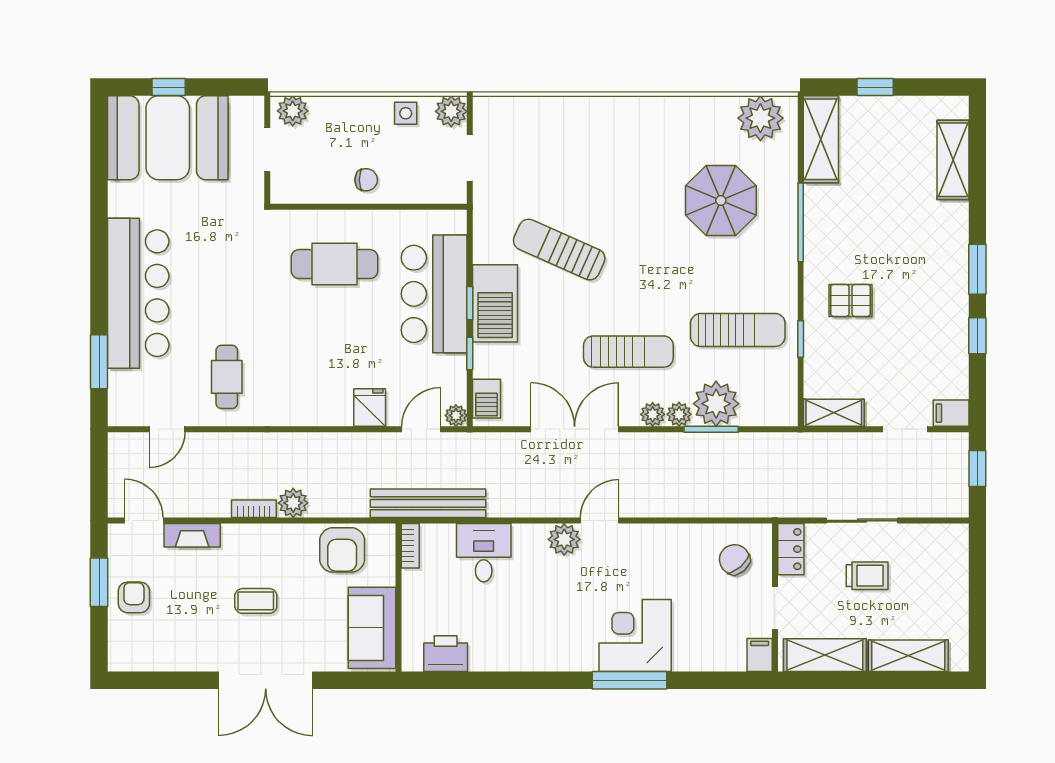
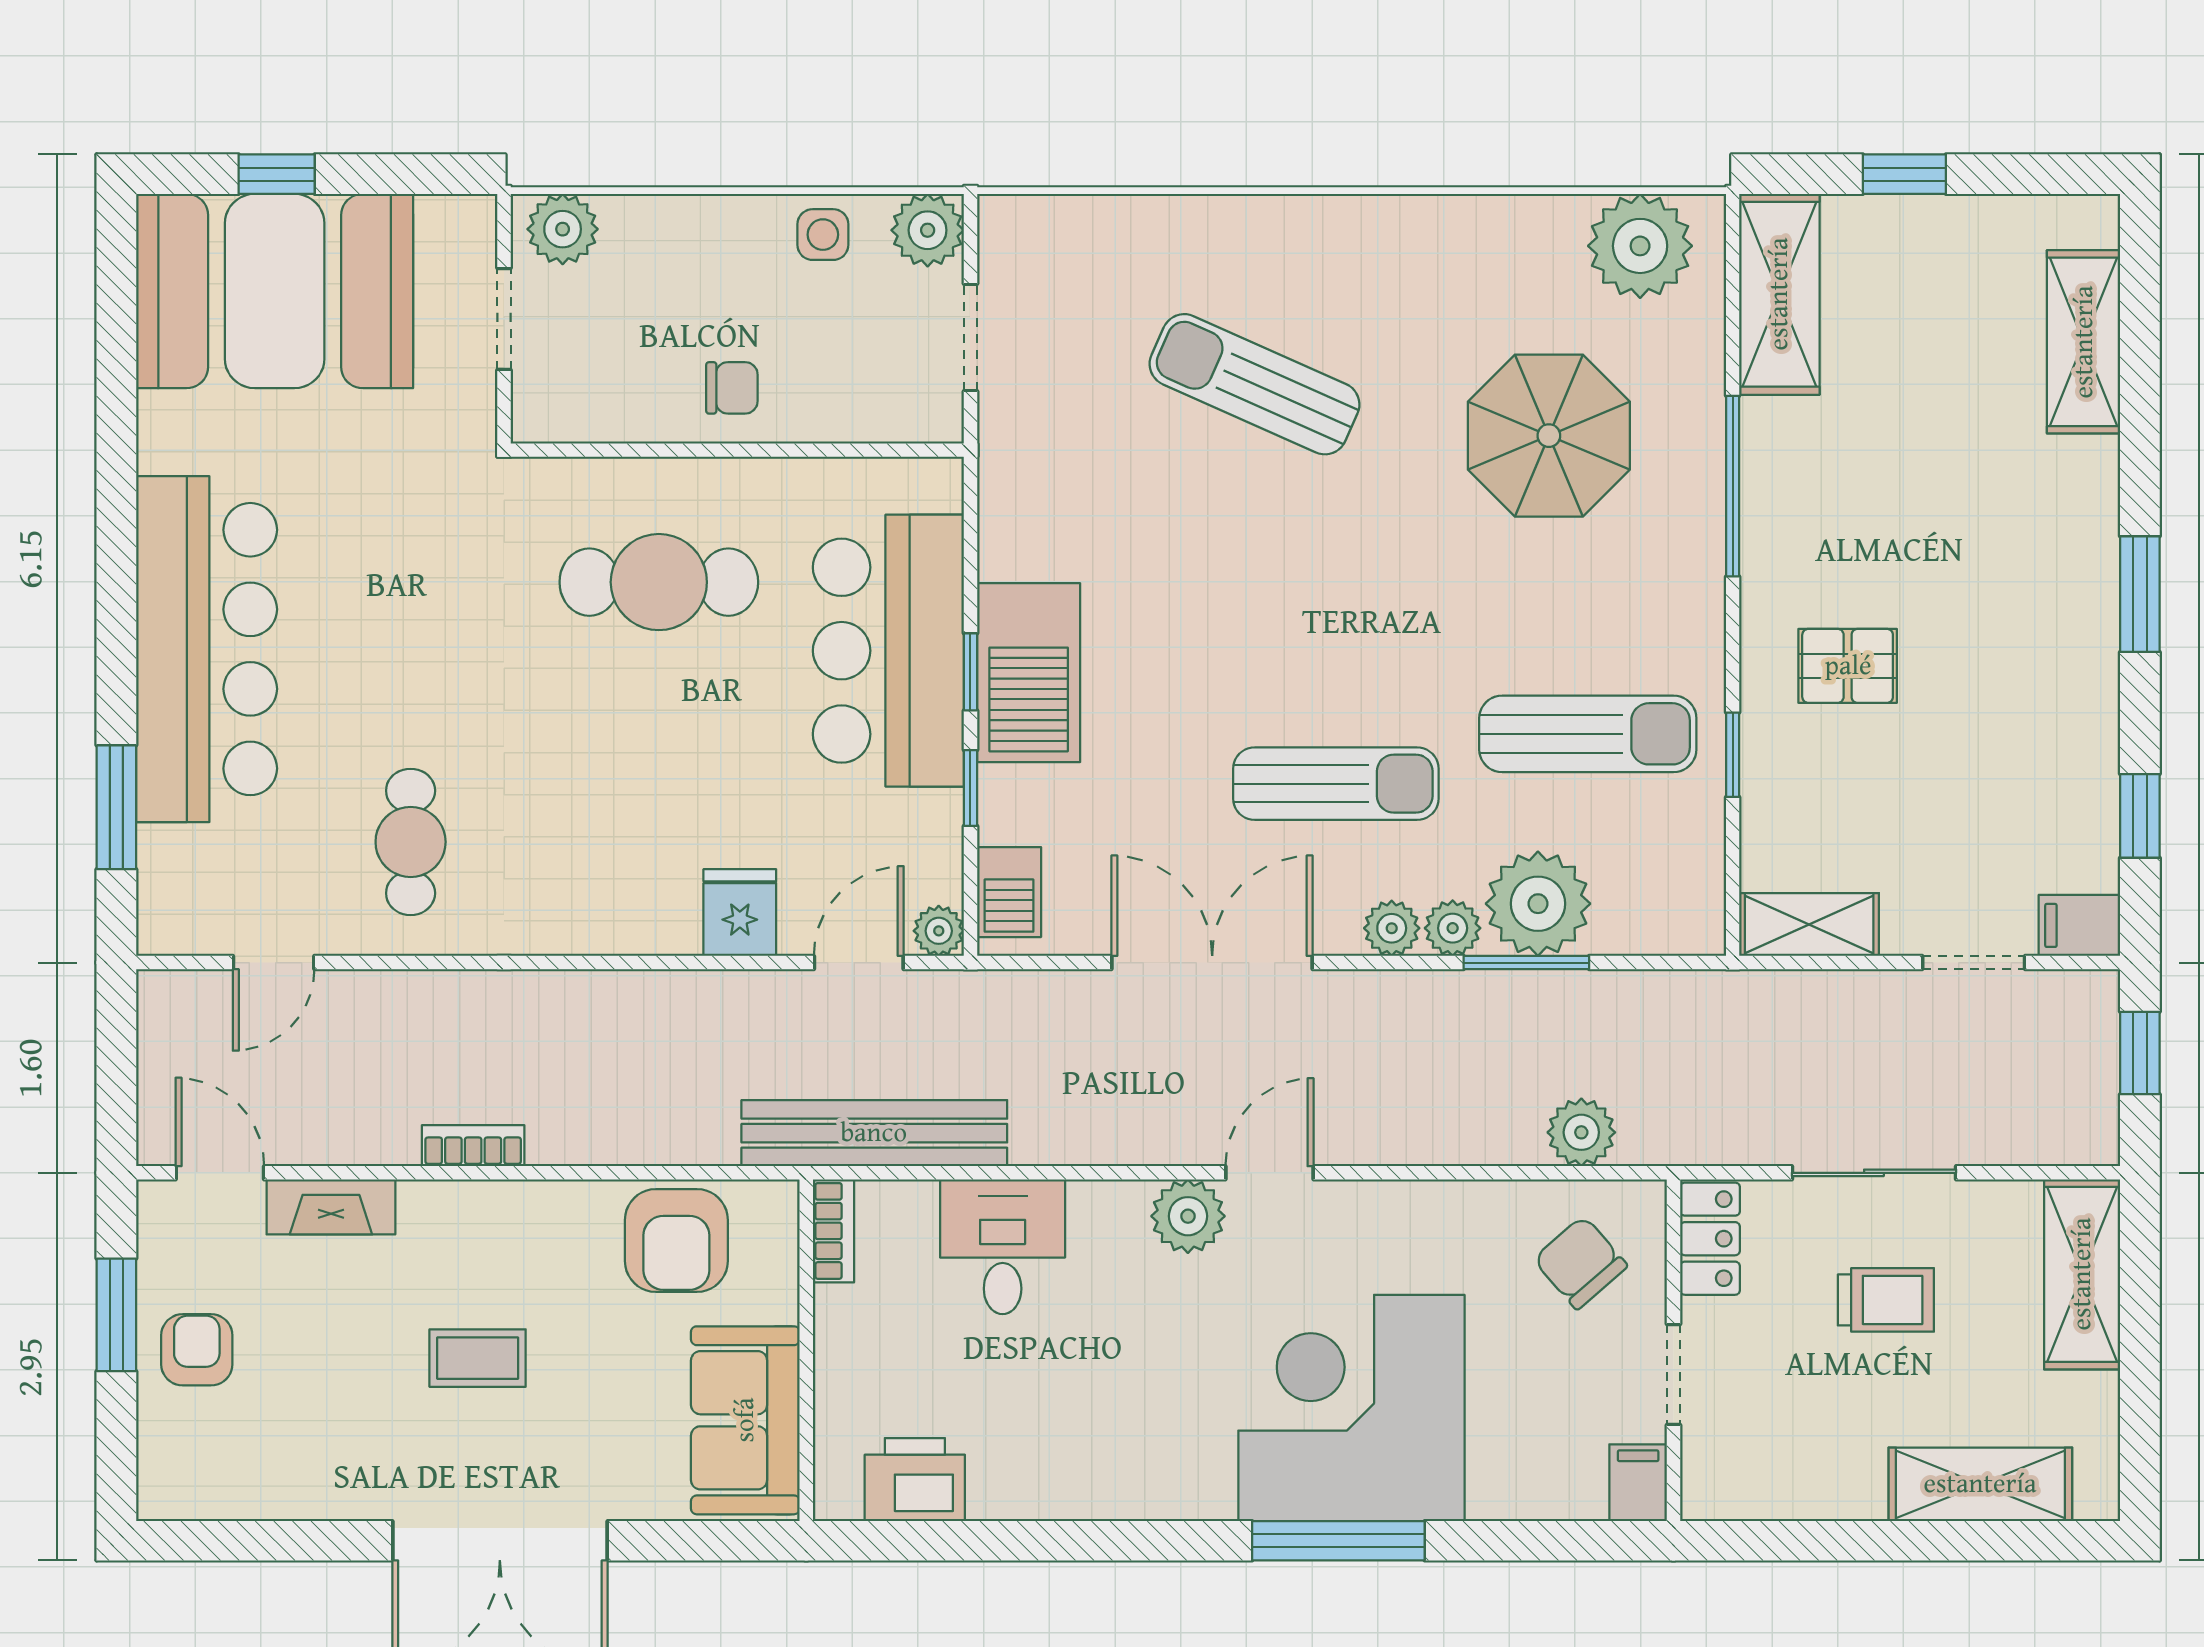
sun lounger: (559, 250) -> (1255, 384), moved
window: (977, 336) -> (2140, 816), moved
plant: (293, 503) -> (1581, 1132), moved
corner desk: (635, 636) -> (1351, 1408), width x1.36, depth x1.36
shelving: (825, 655) -> (2082, 1274), moved, turned 90

